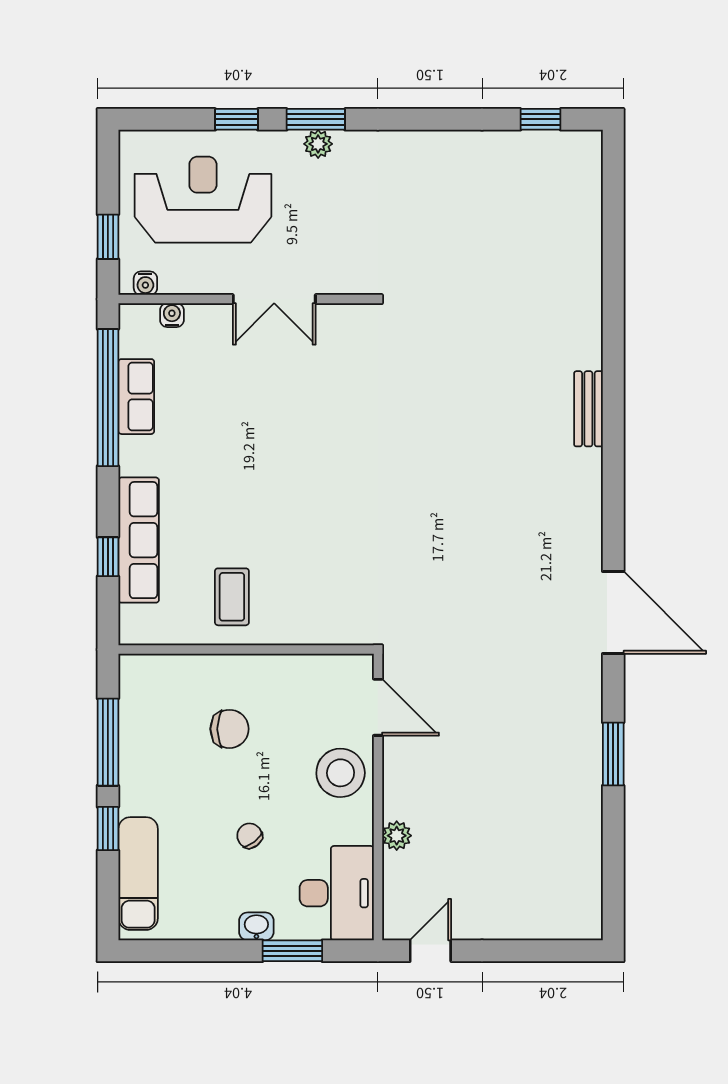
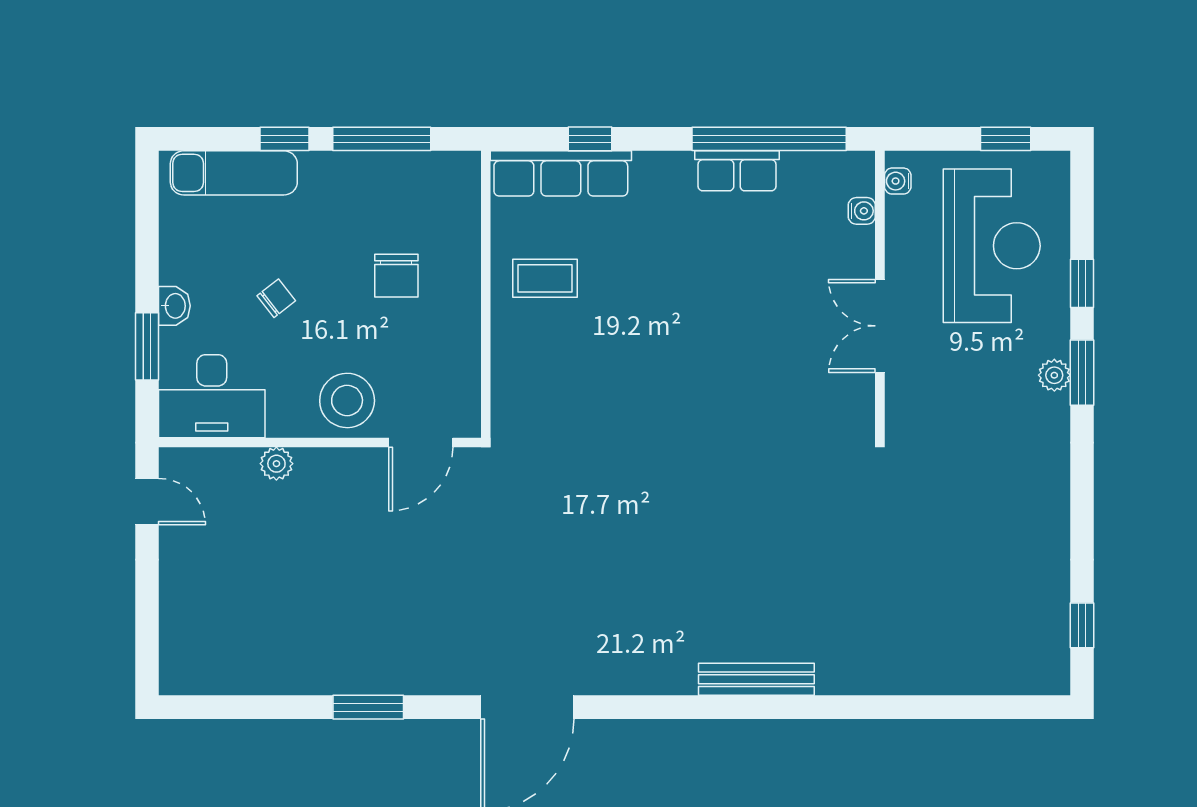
window: (108, 237) -> (1006, 139), moved
row of seats: (136, 397) -> (737, 171), moved
bench: (588, 409) -> (756, 679), width x1.36
row of seats: (139, 540) -> (561, 173), moved

